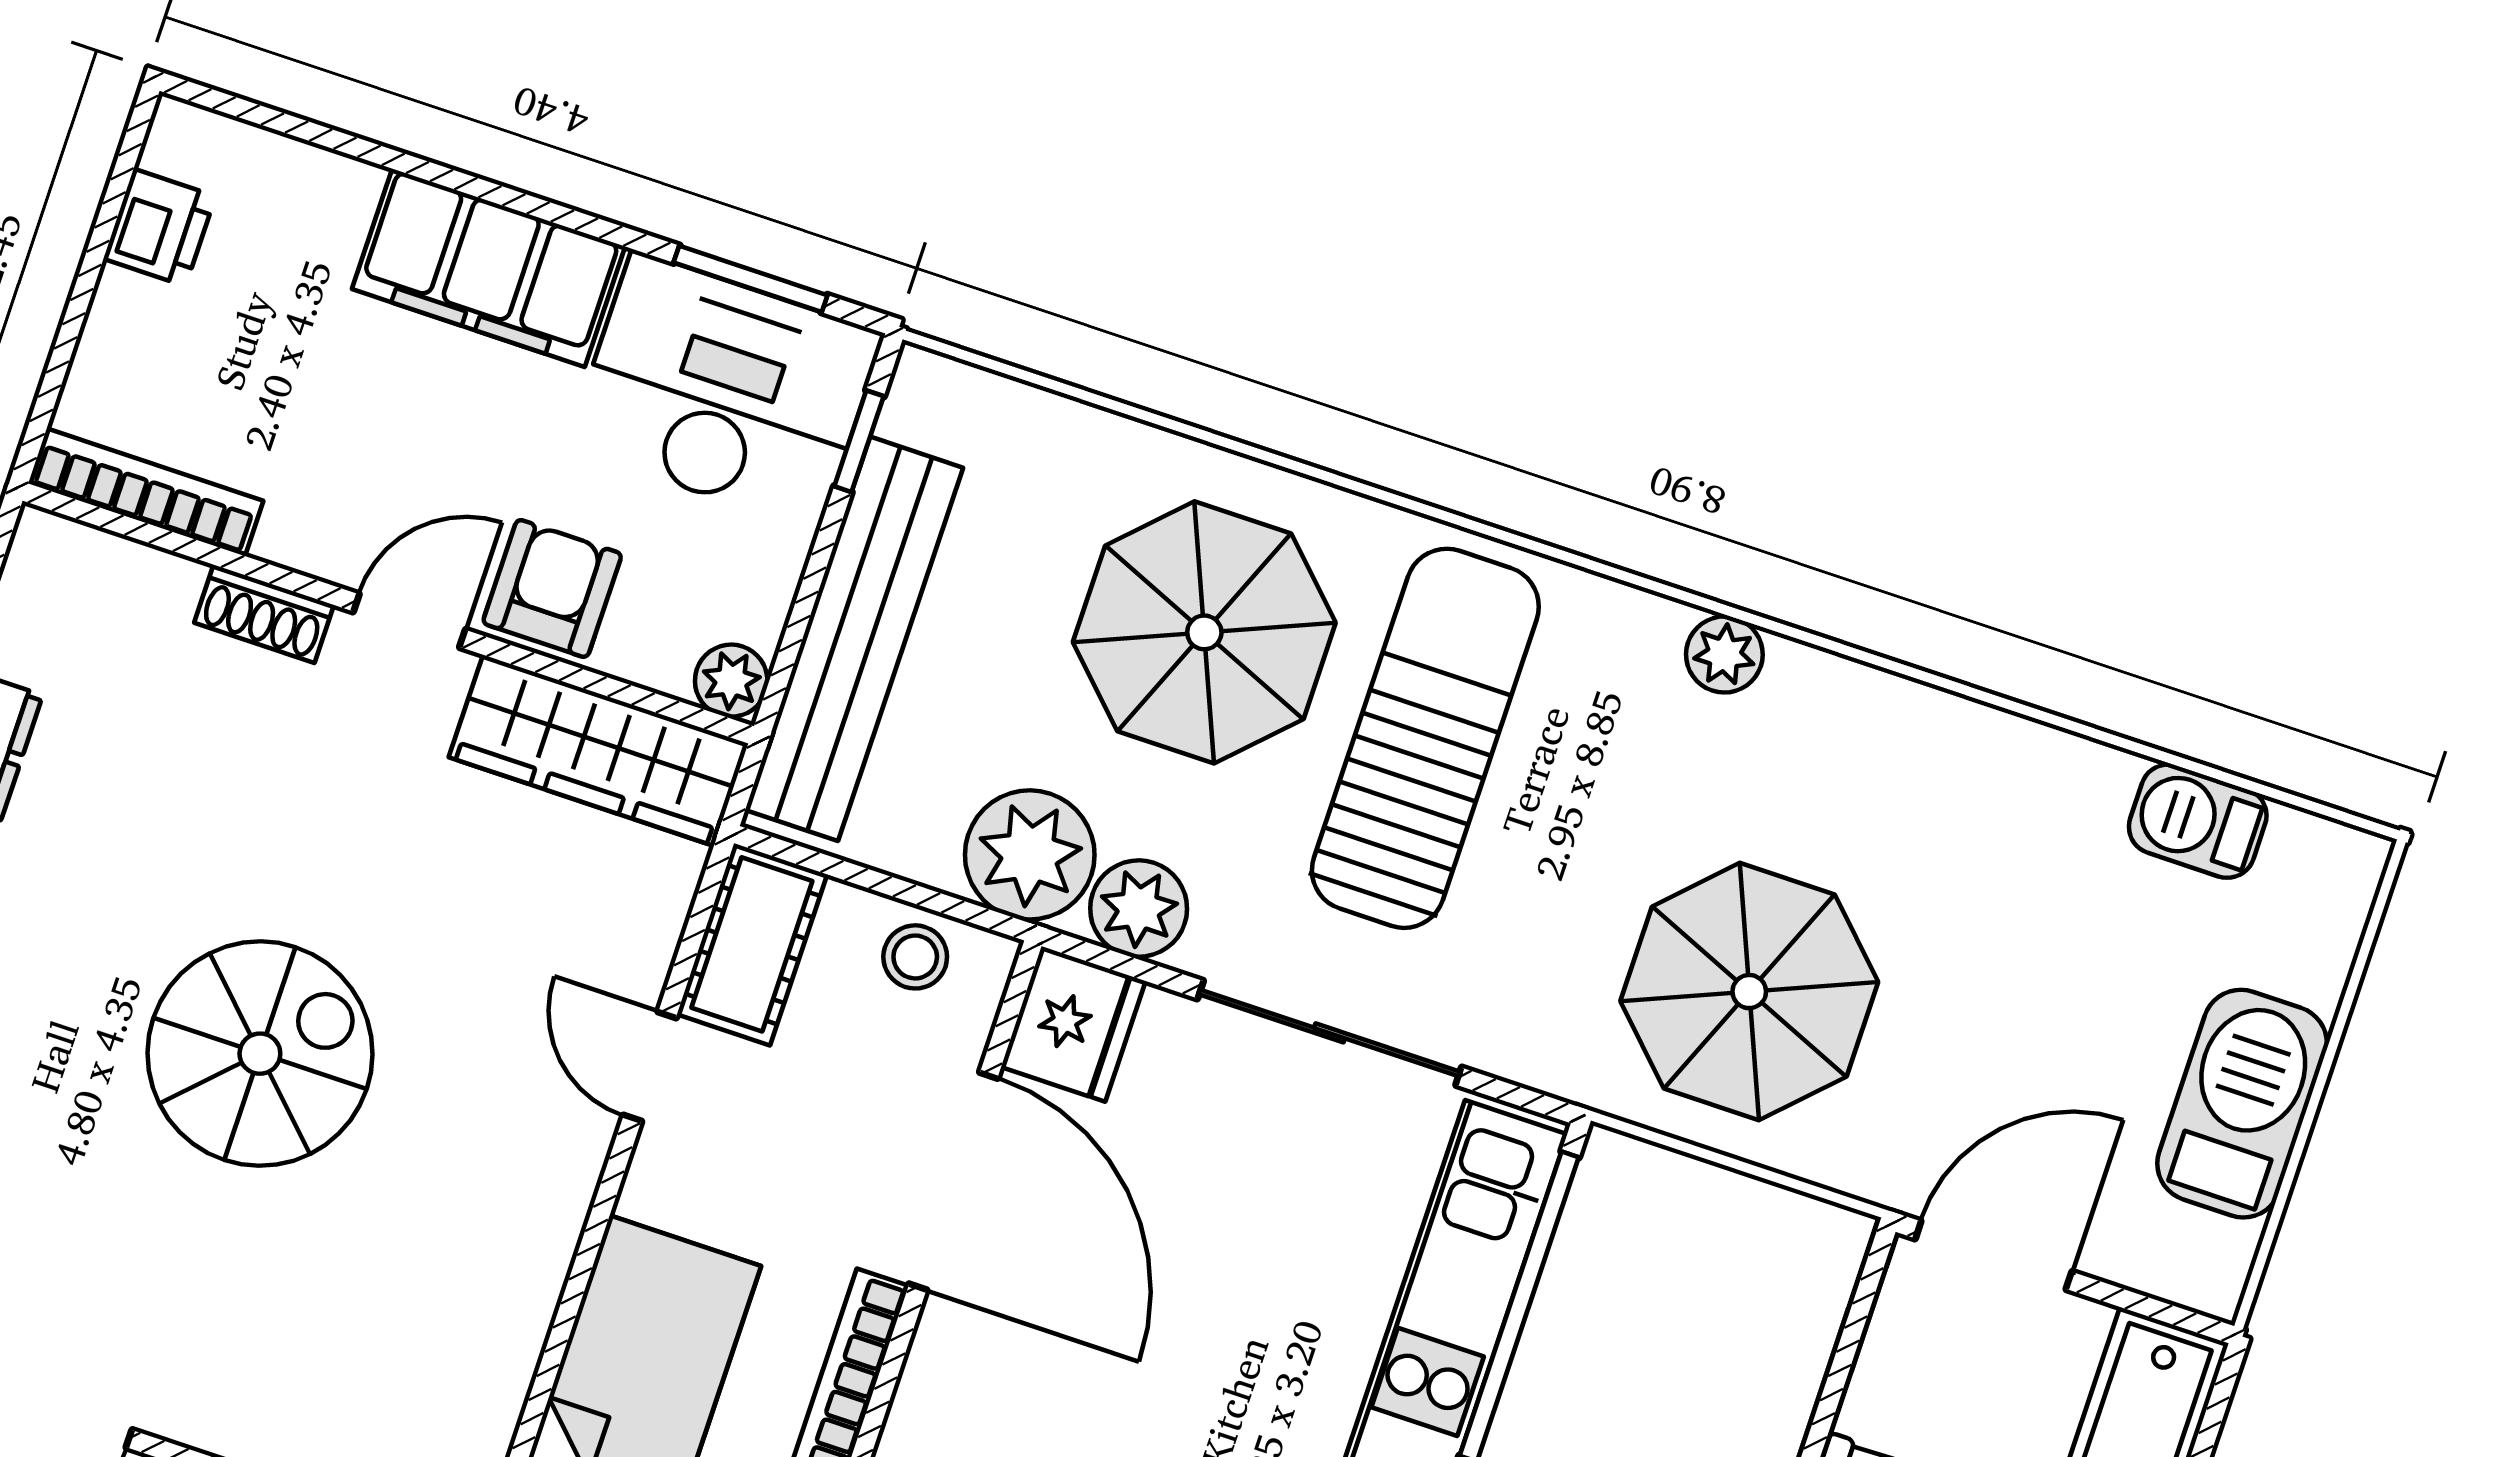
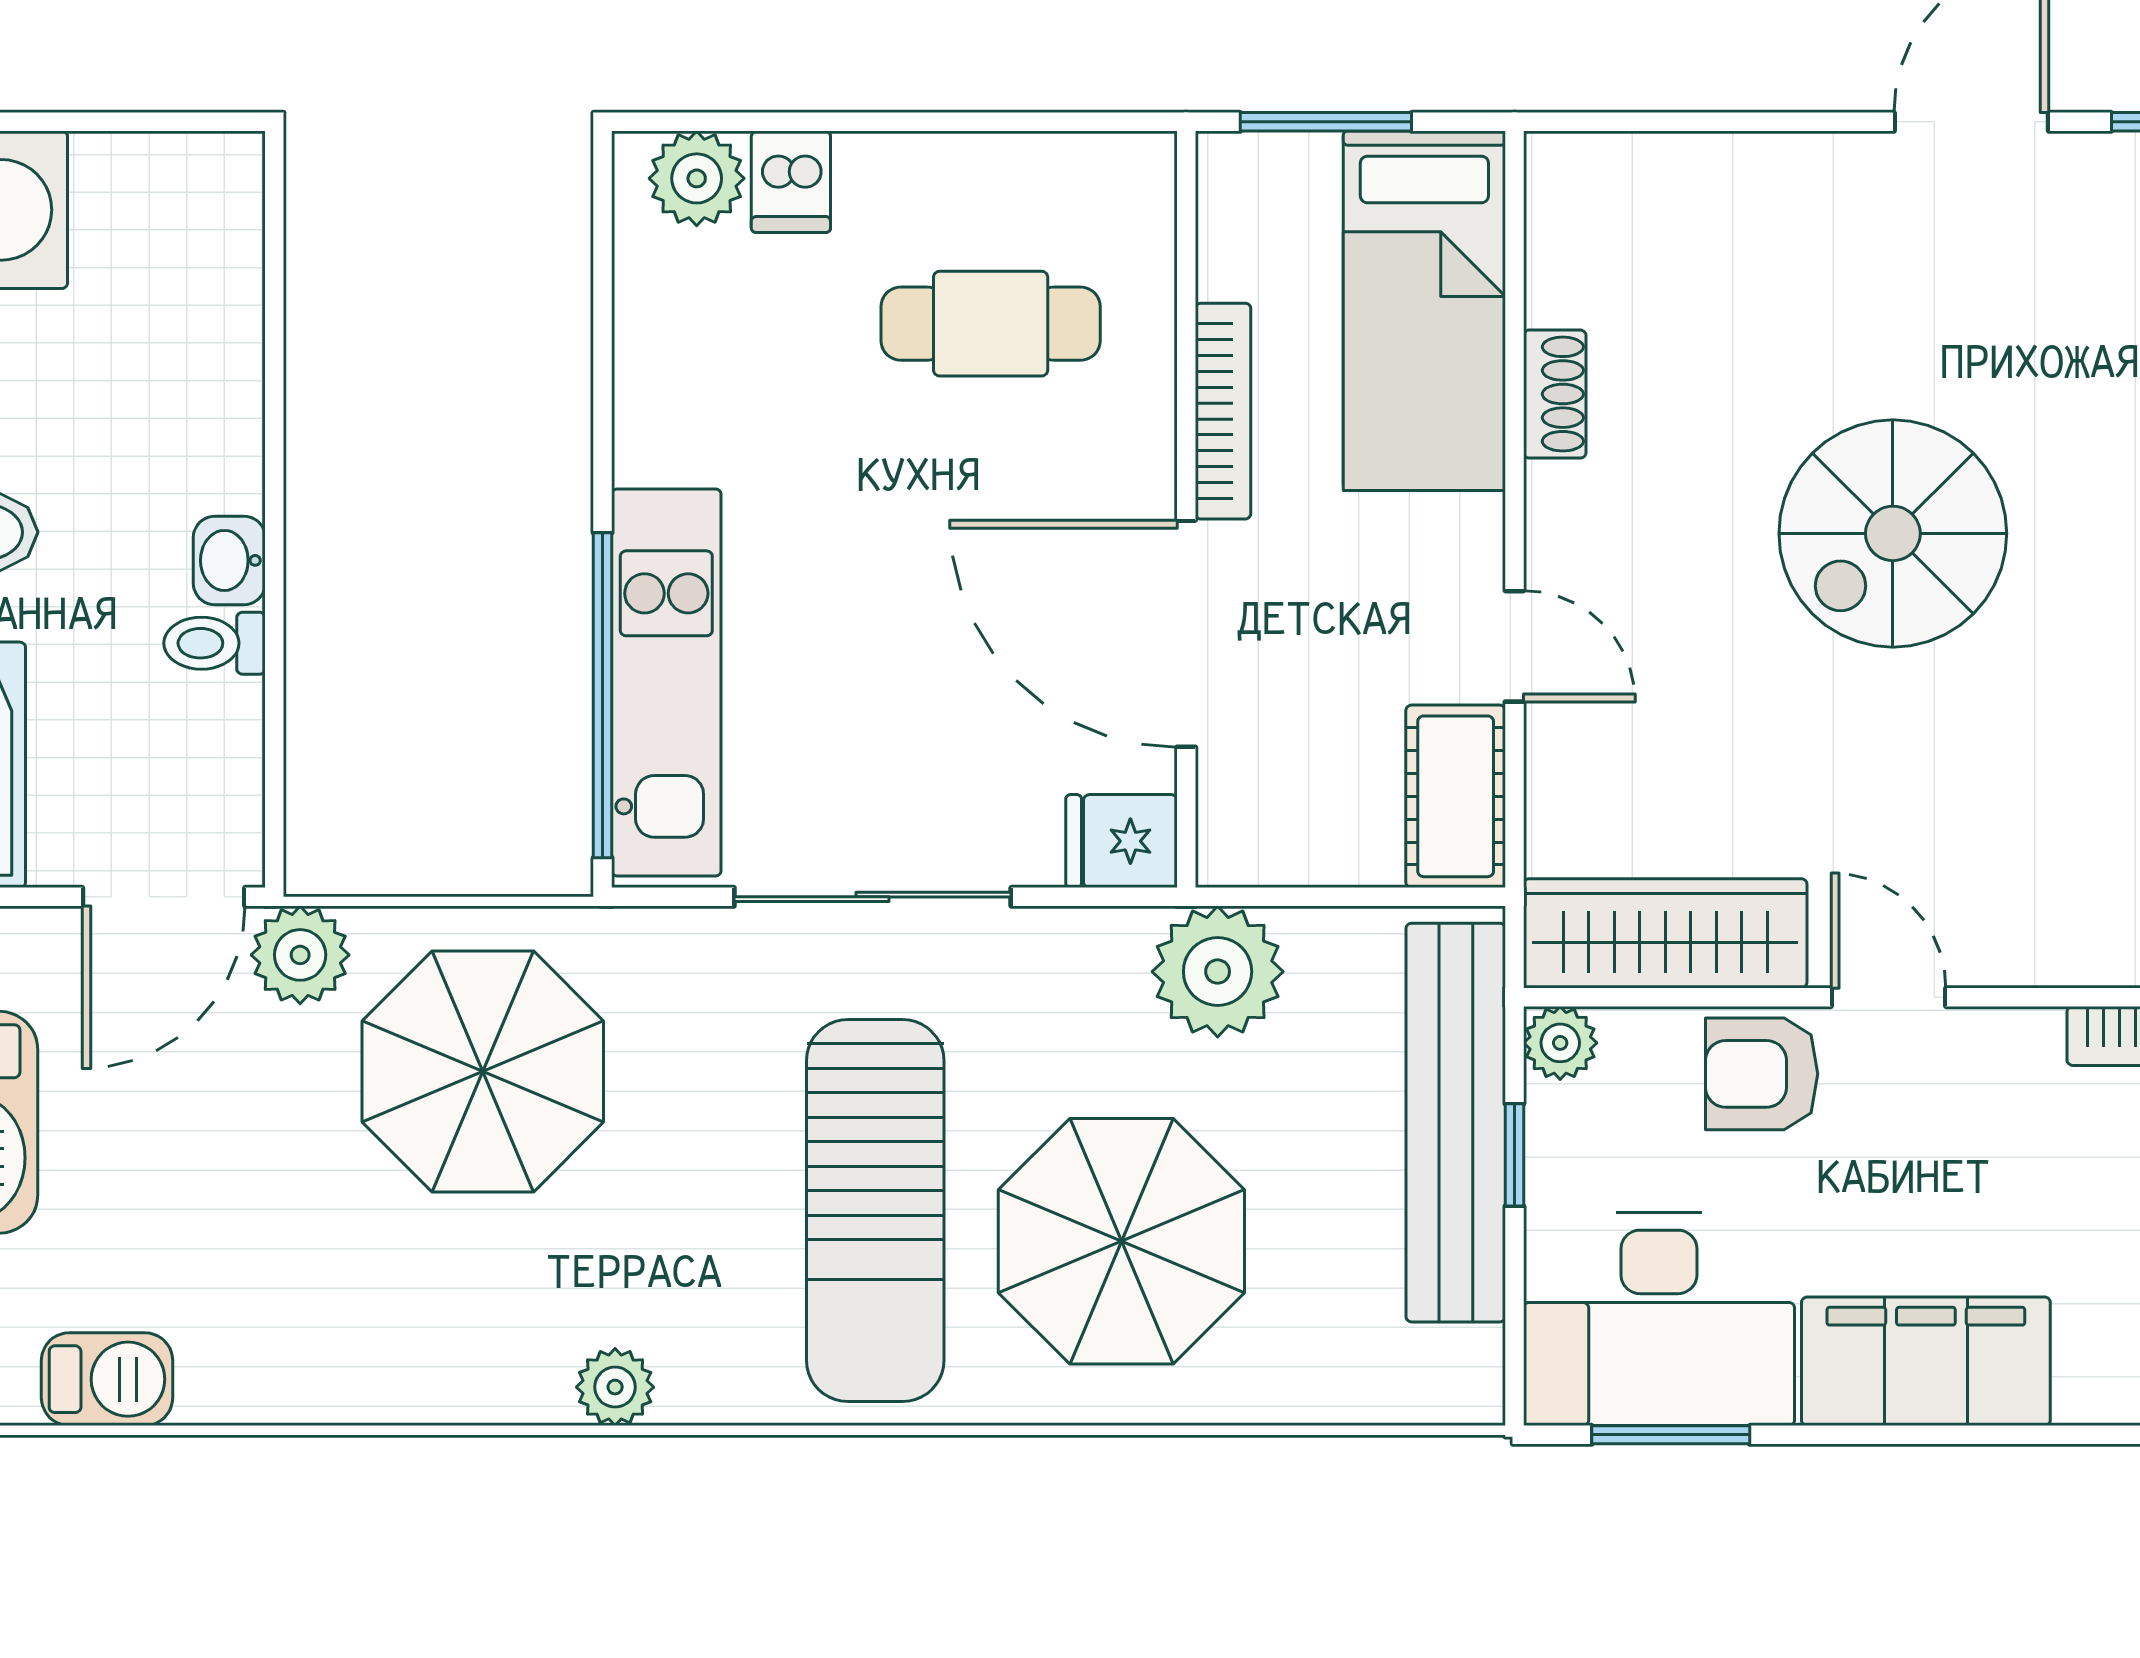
window: (859, 441) -> (1514, 1155), moved
armchair: (552, 588) -> (1762, 1074), turned 90
shoe rack: (264, 614) -> (1555, 394), moved, turned 90
door: (409, 621) -> (1888, 997), swing flipped
plant: (1139, 909) -> (300, 955), moved
stool: (915, 957) -> (1295, 837), removed
fridge: (1073, 1024) -> (1121, 841), width x0.72

